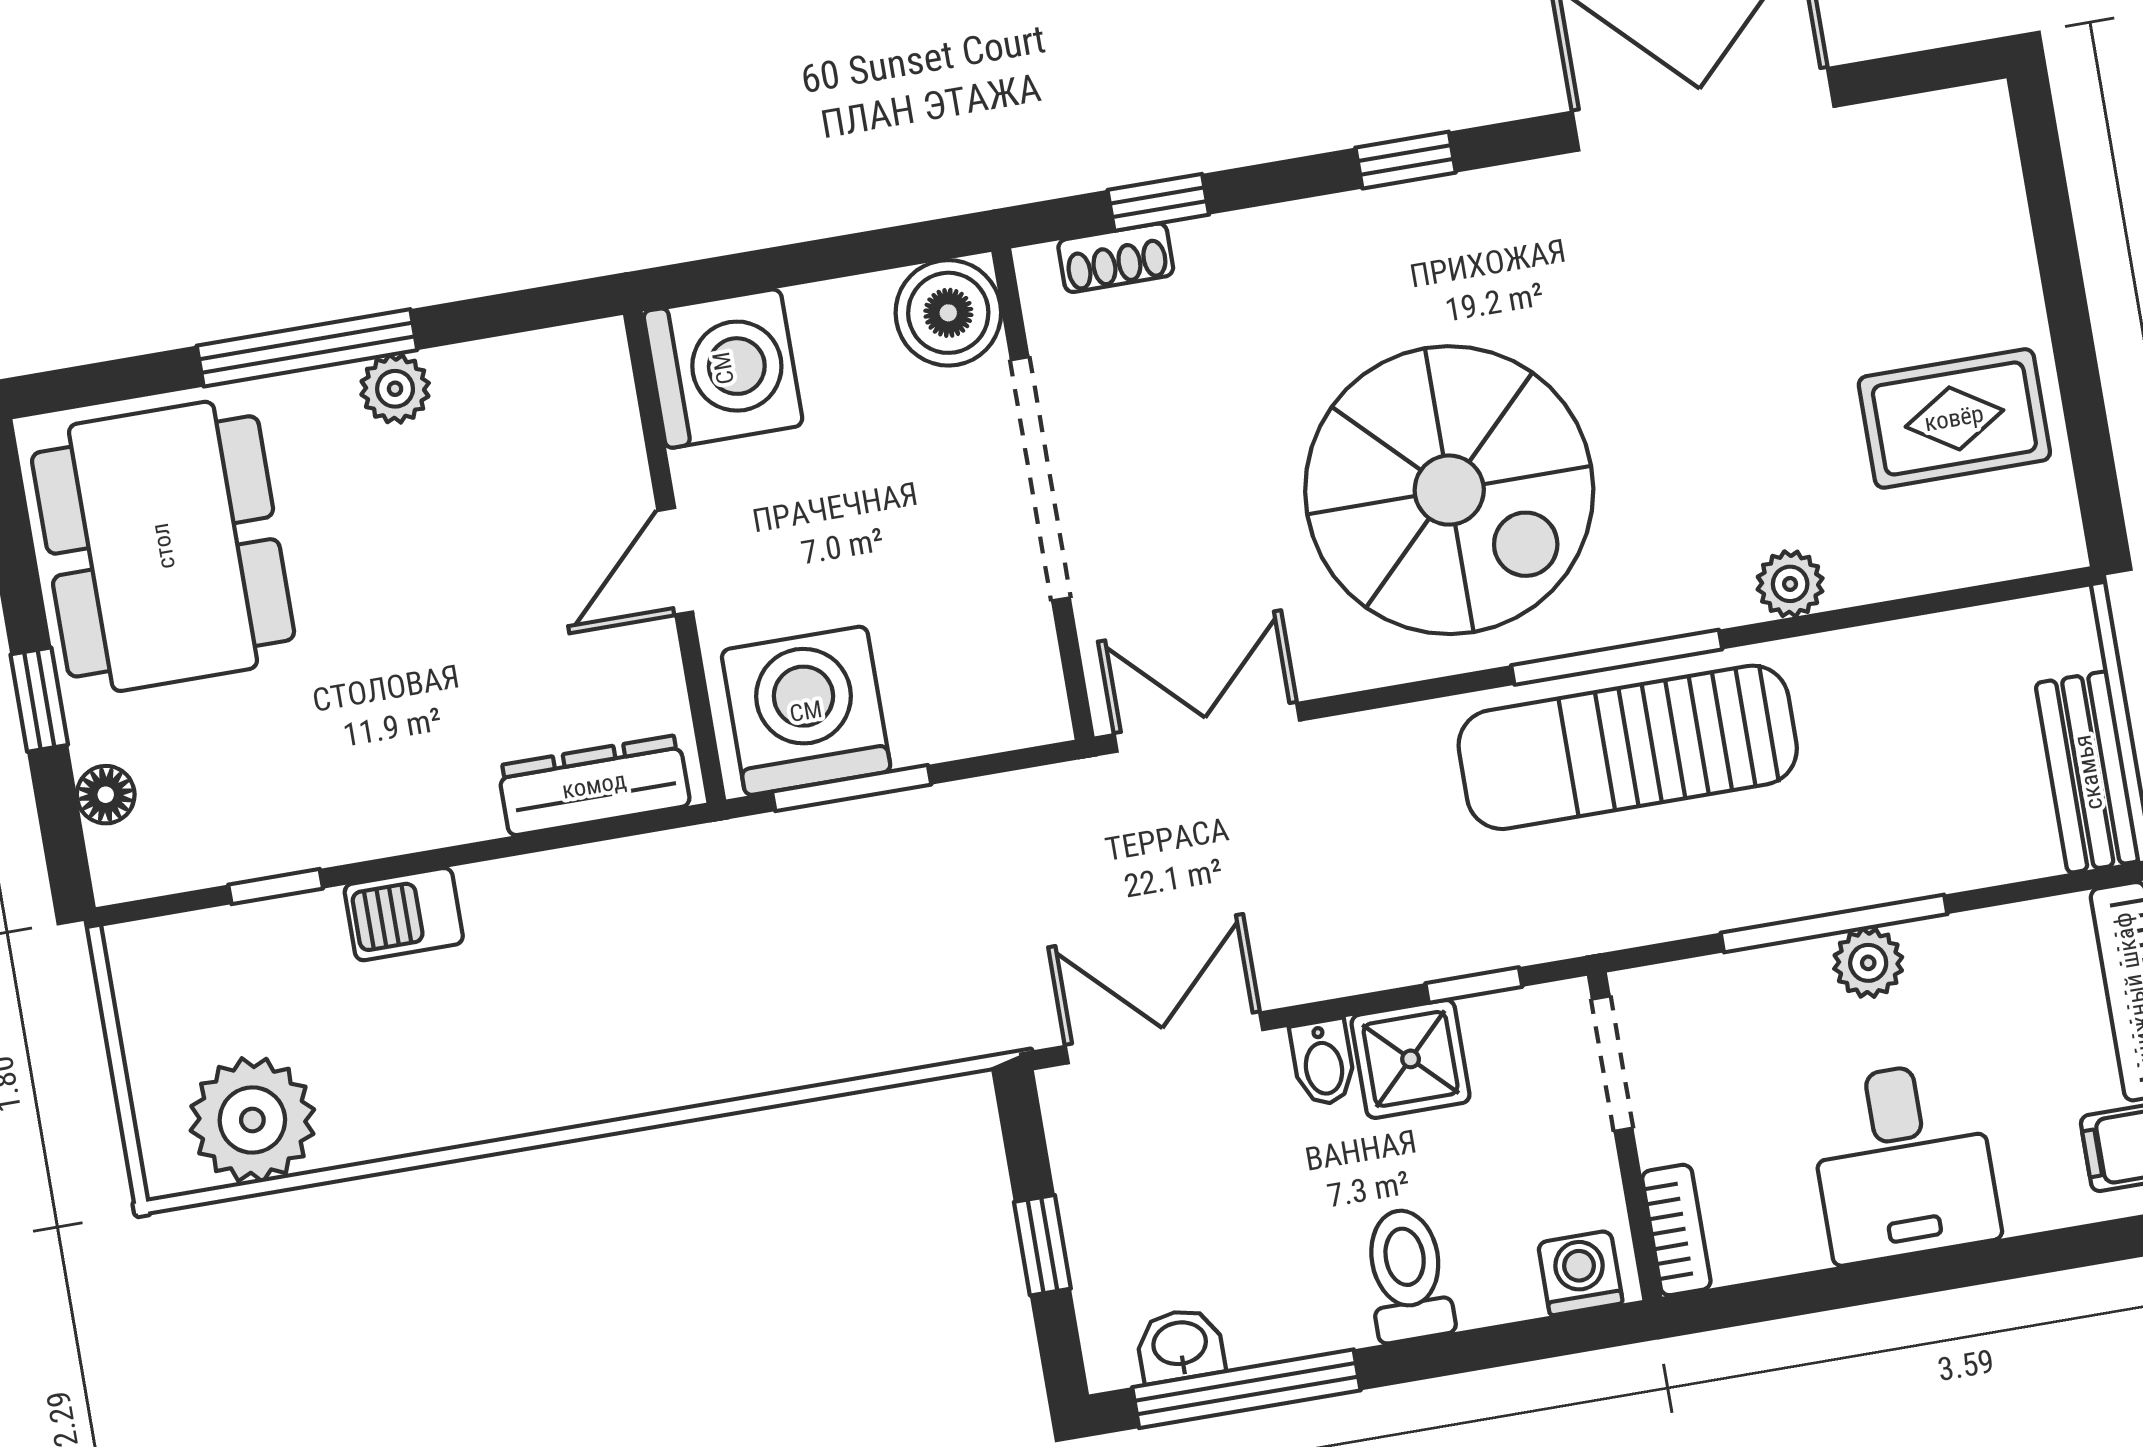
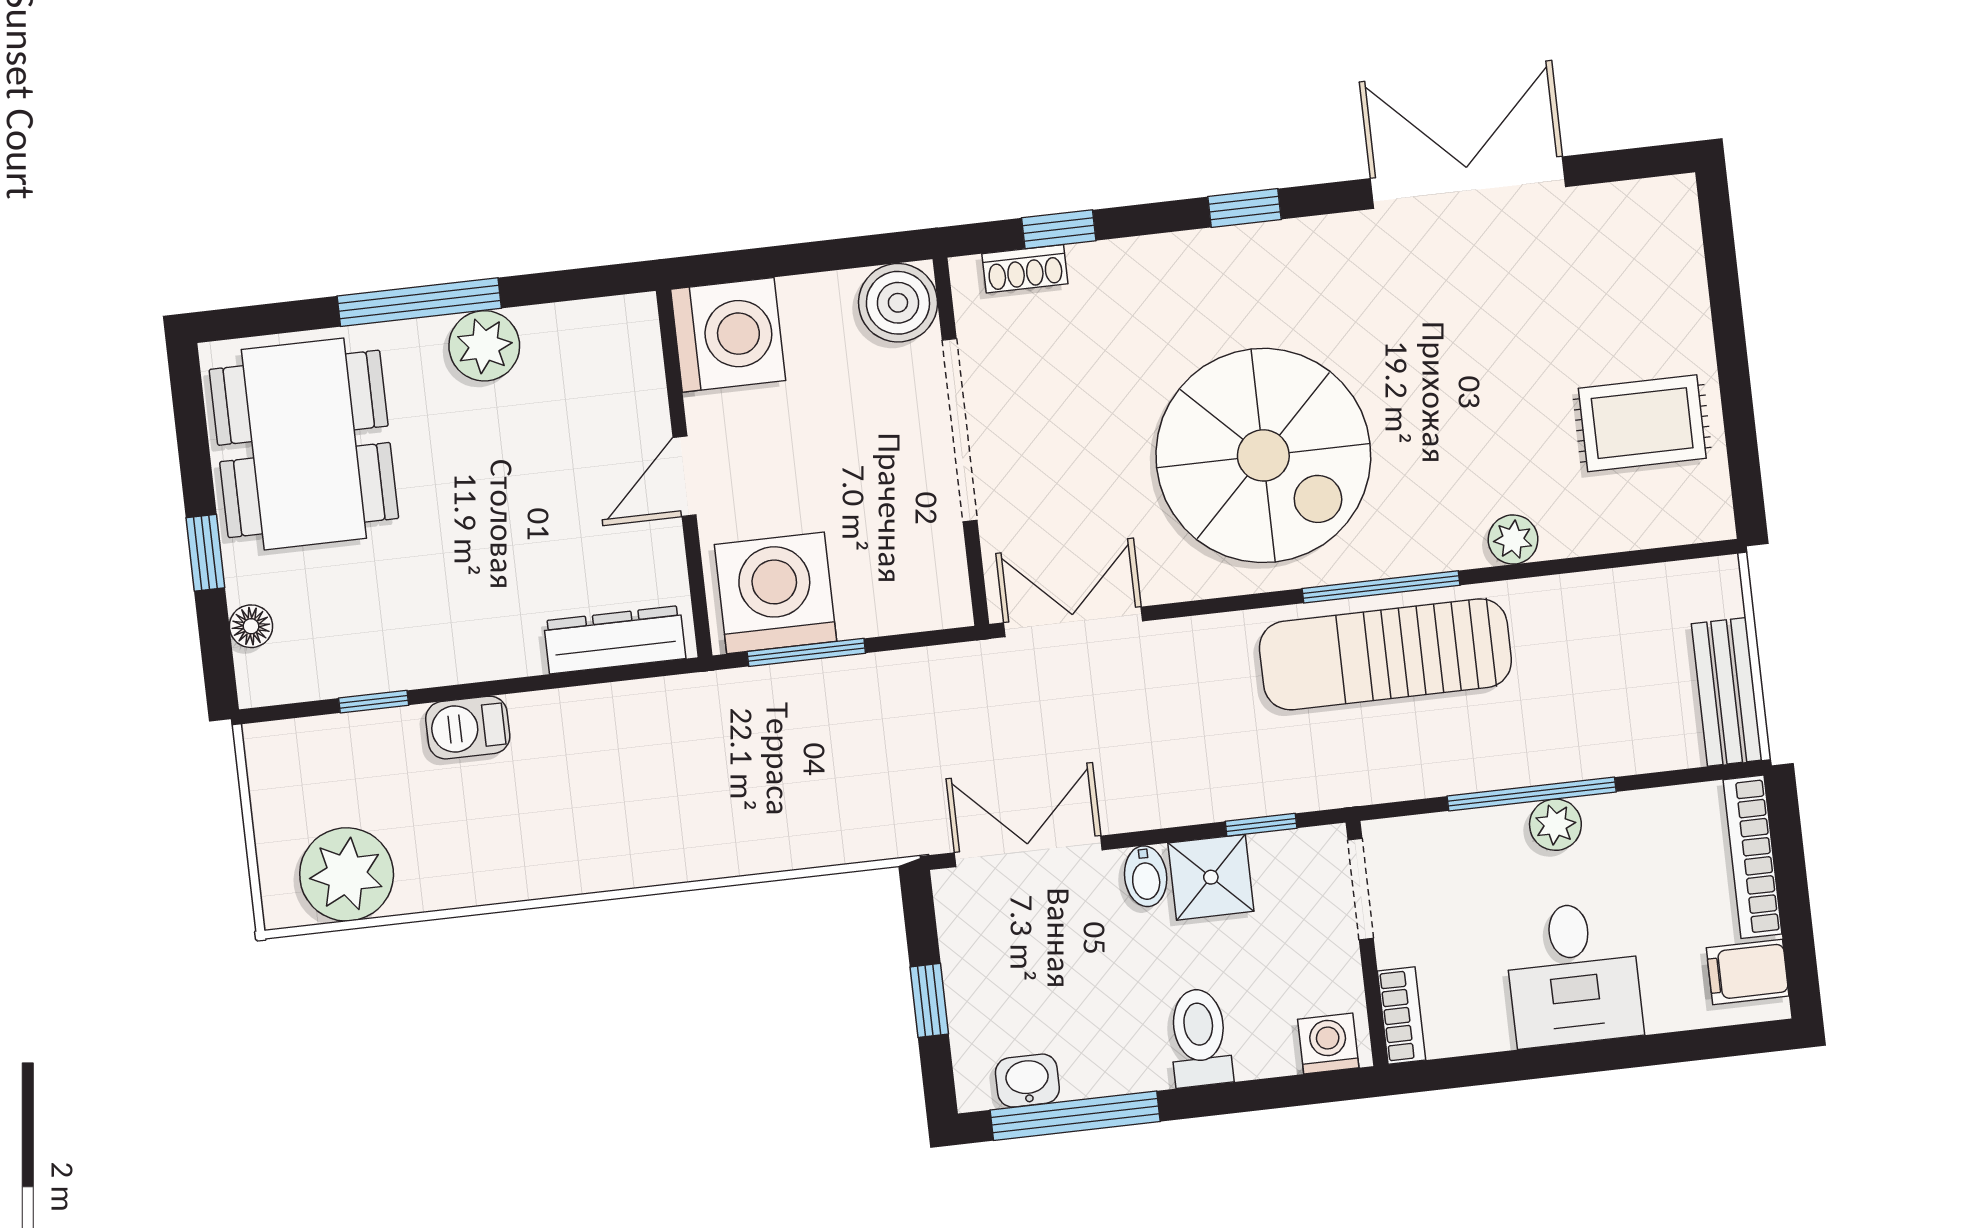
plant: (395, 389) -> (484, 346), width x1.38, depth x1.38

